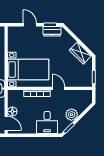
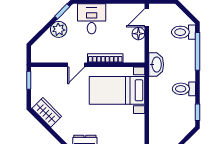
door: (59, 88) -> (76, 65), hinge flipped
door: (6, 123) -> (147, 18), hinge flipped

